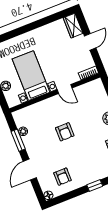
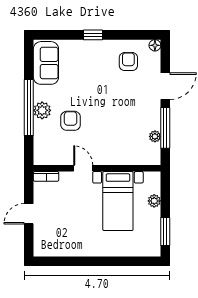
wardrobe: (73, 26) -> (42, 242), removed
armchair: (65, 132) -> (71, 121), moved
window: (18, 140) -> (165, 128), width x1.44

